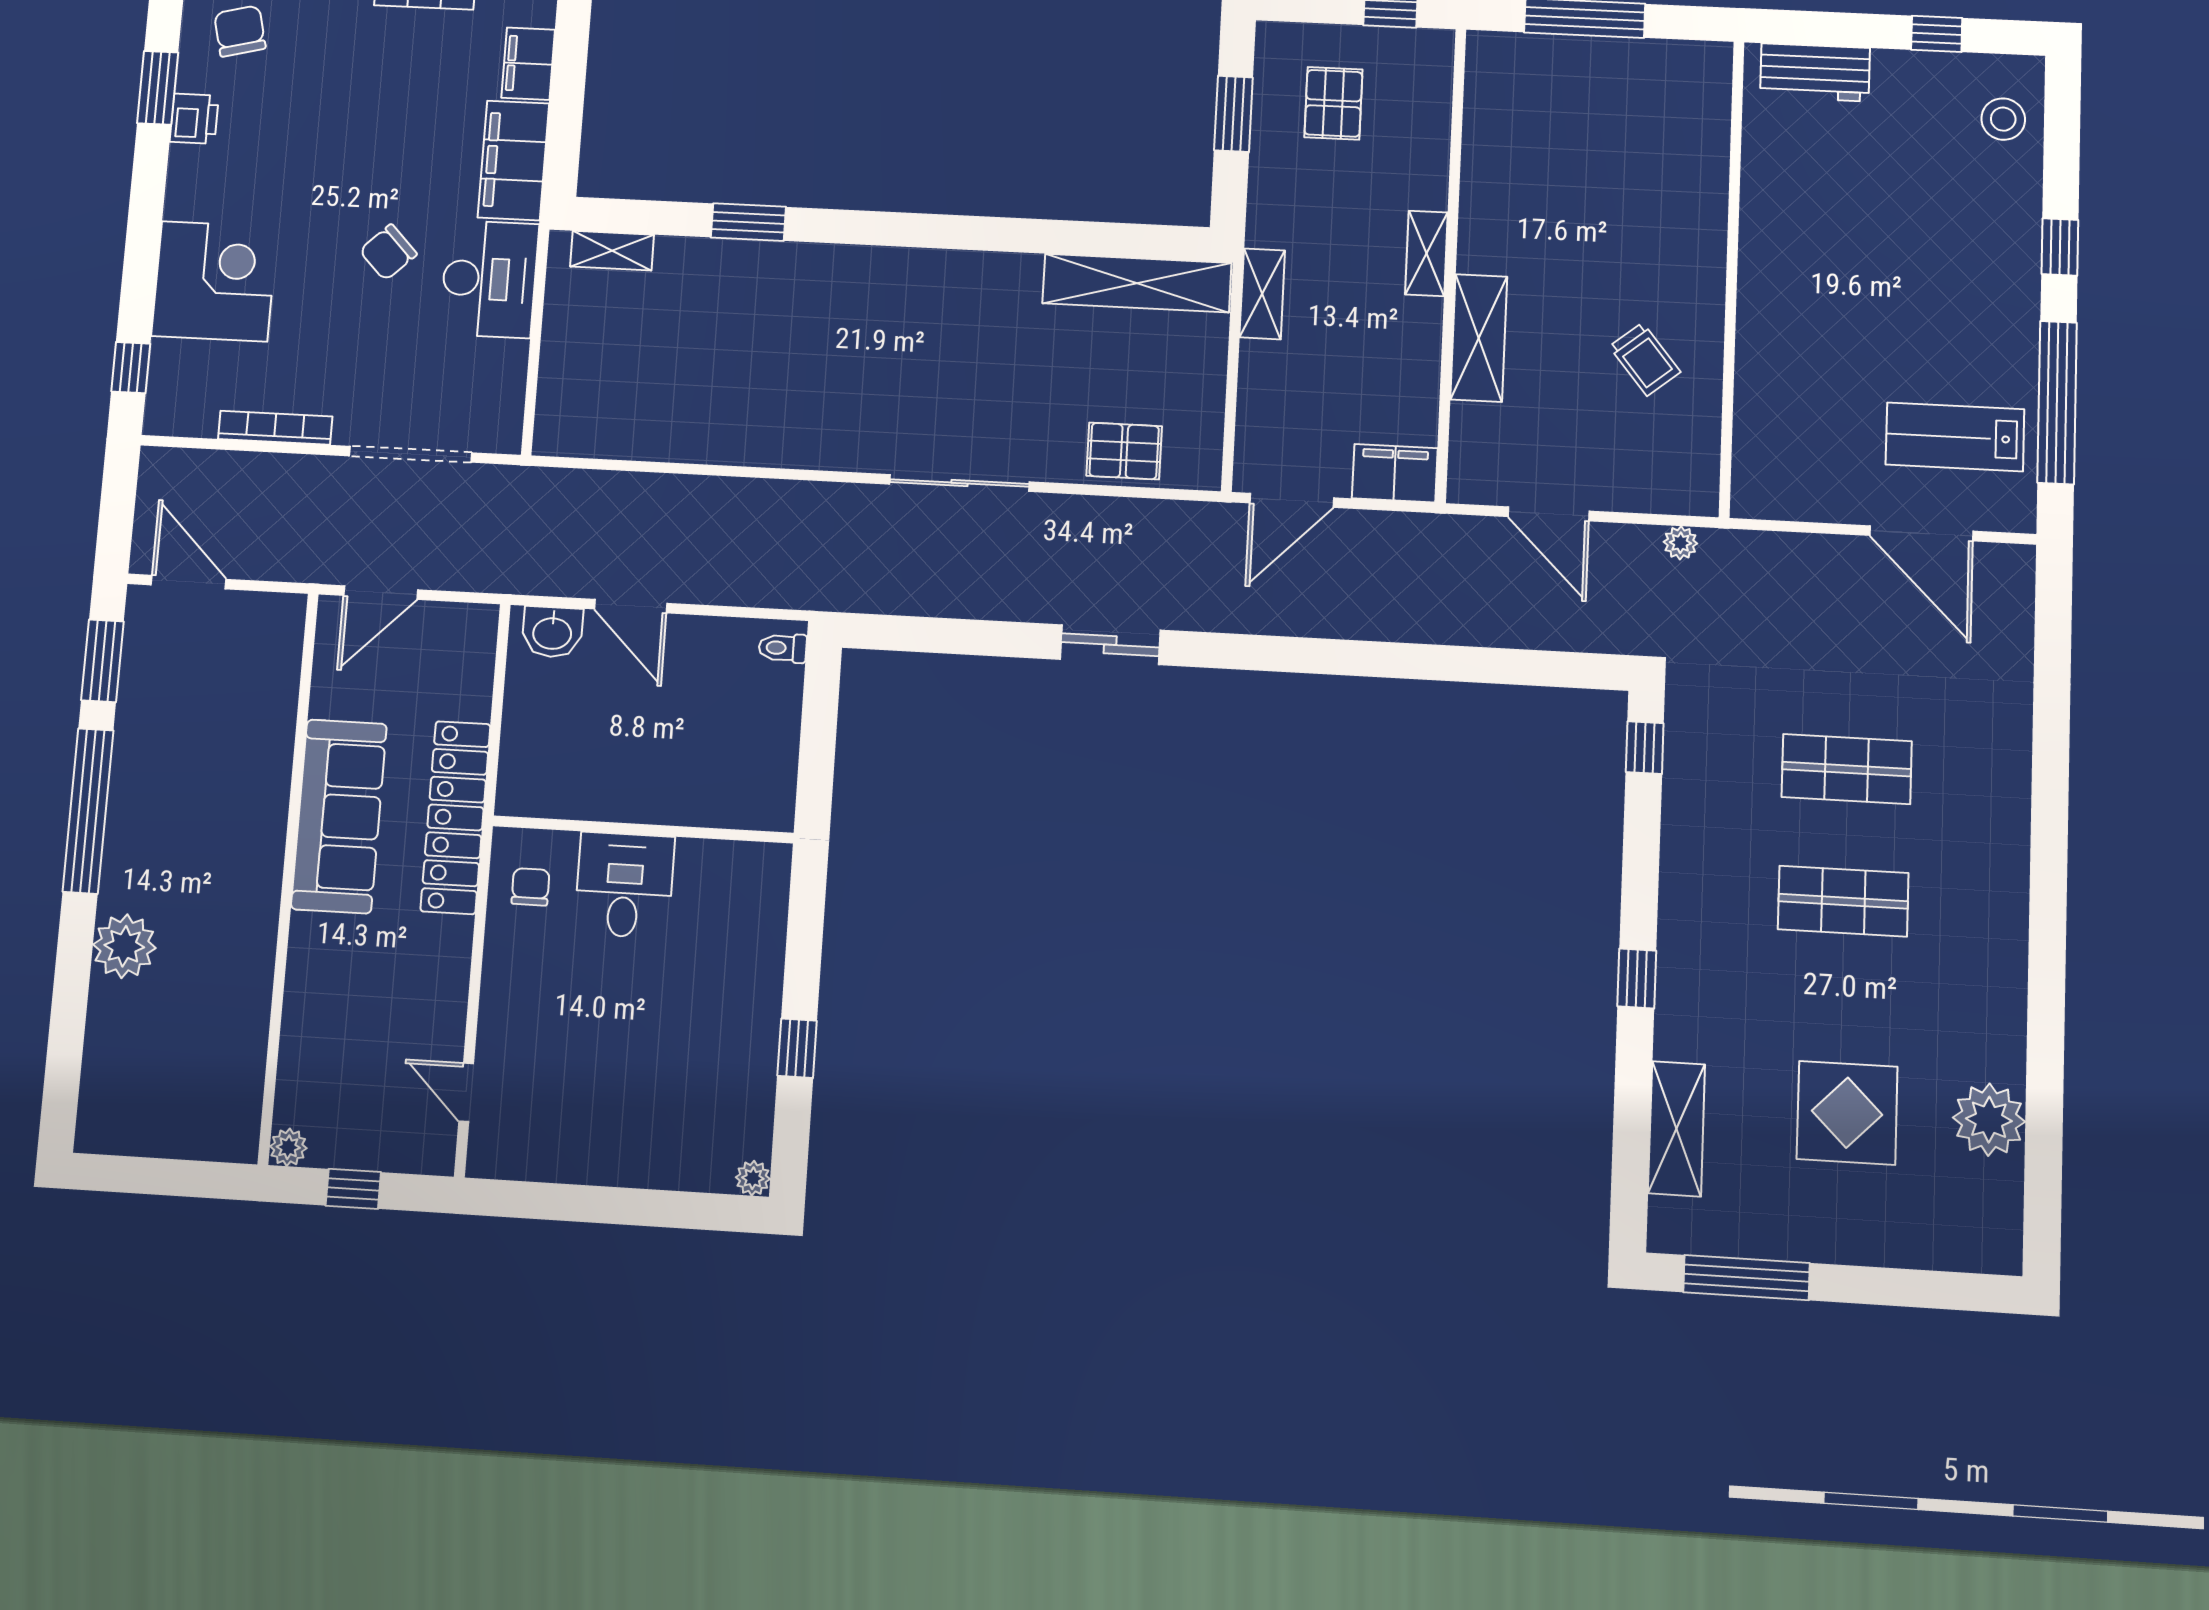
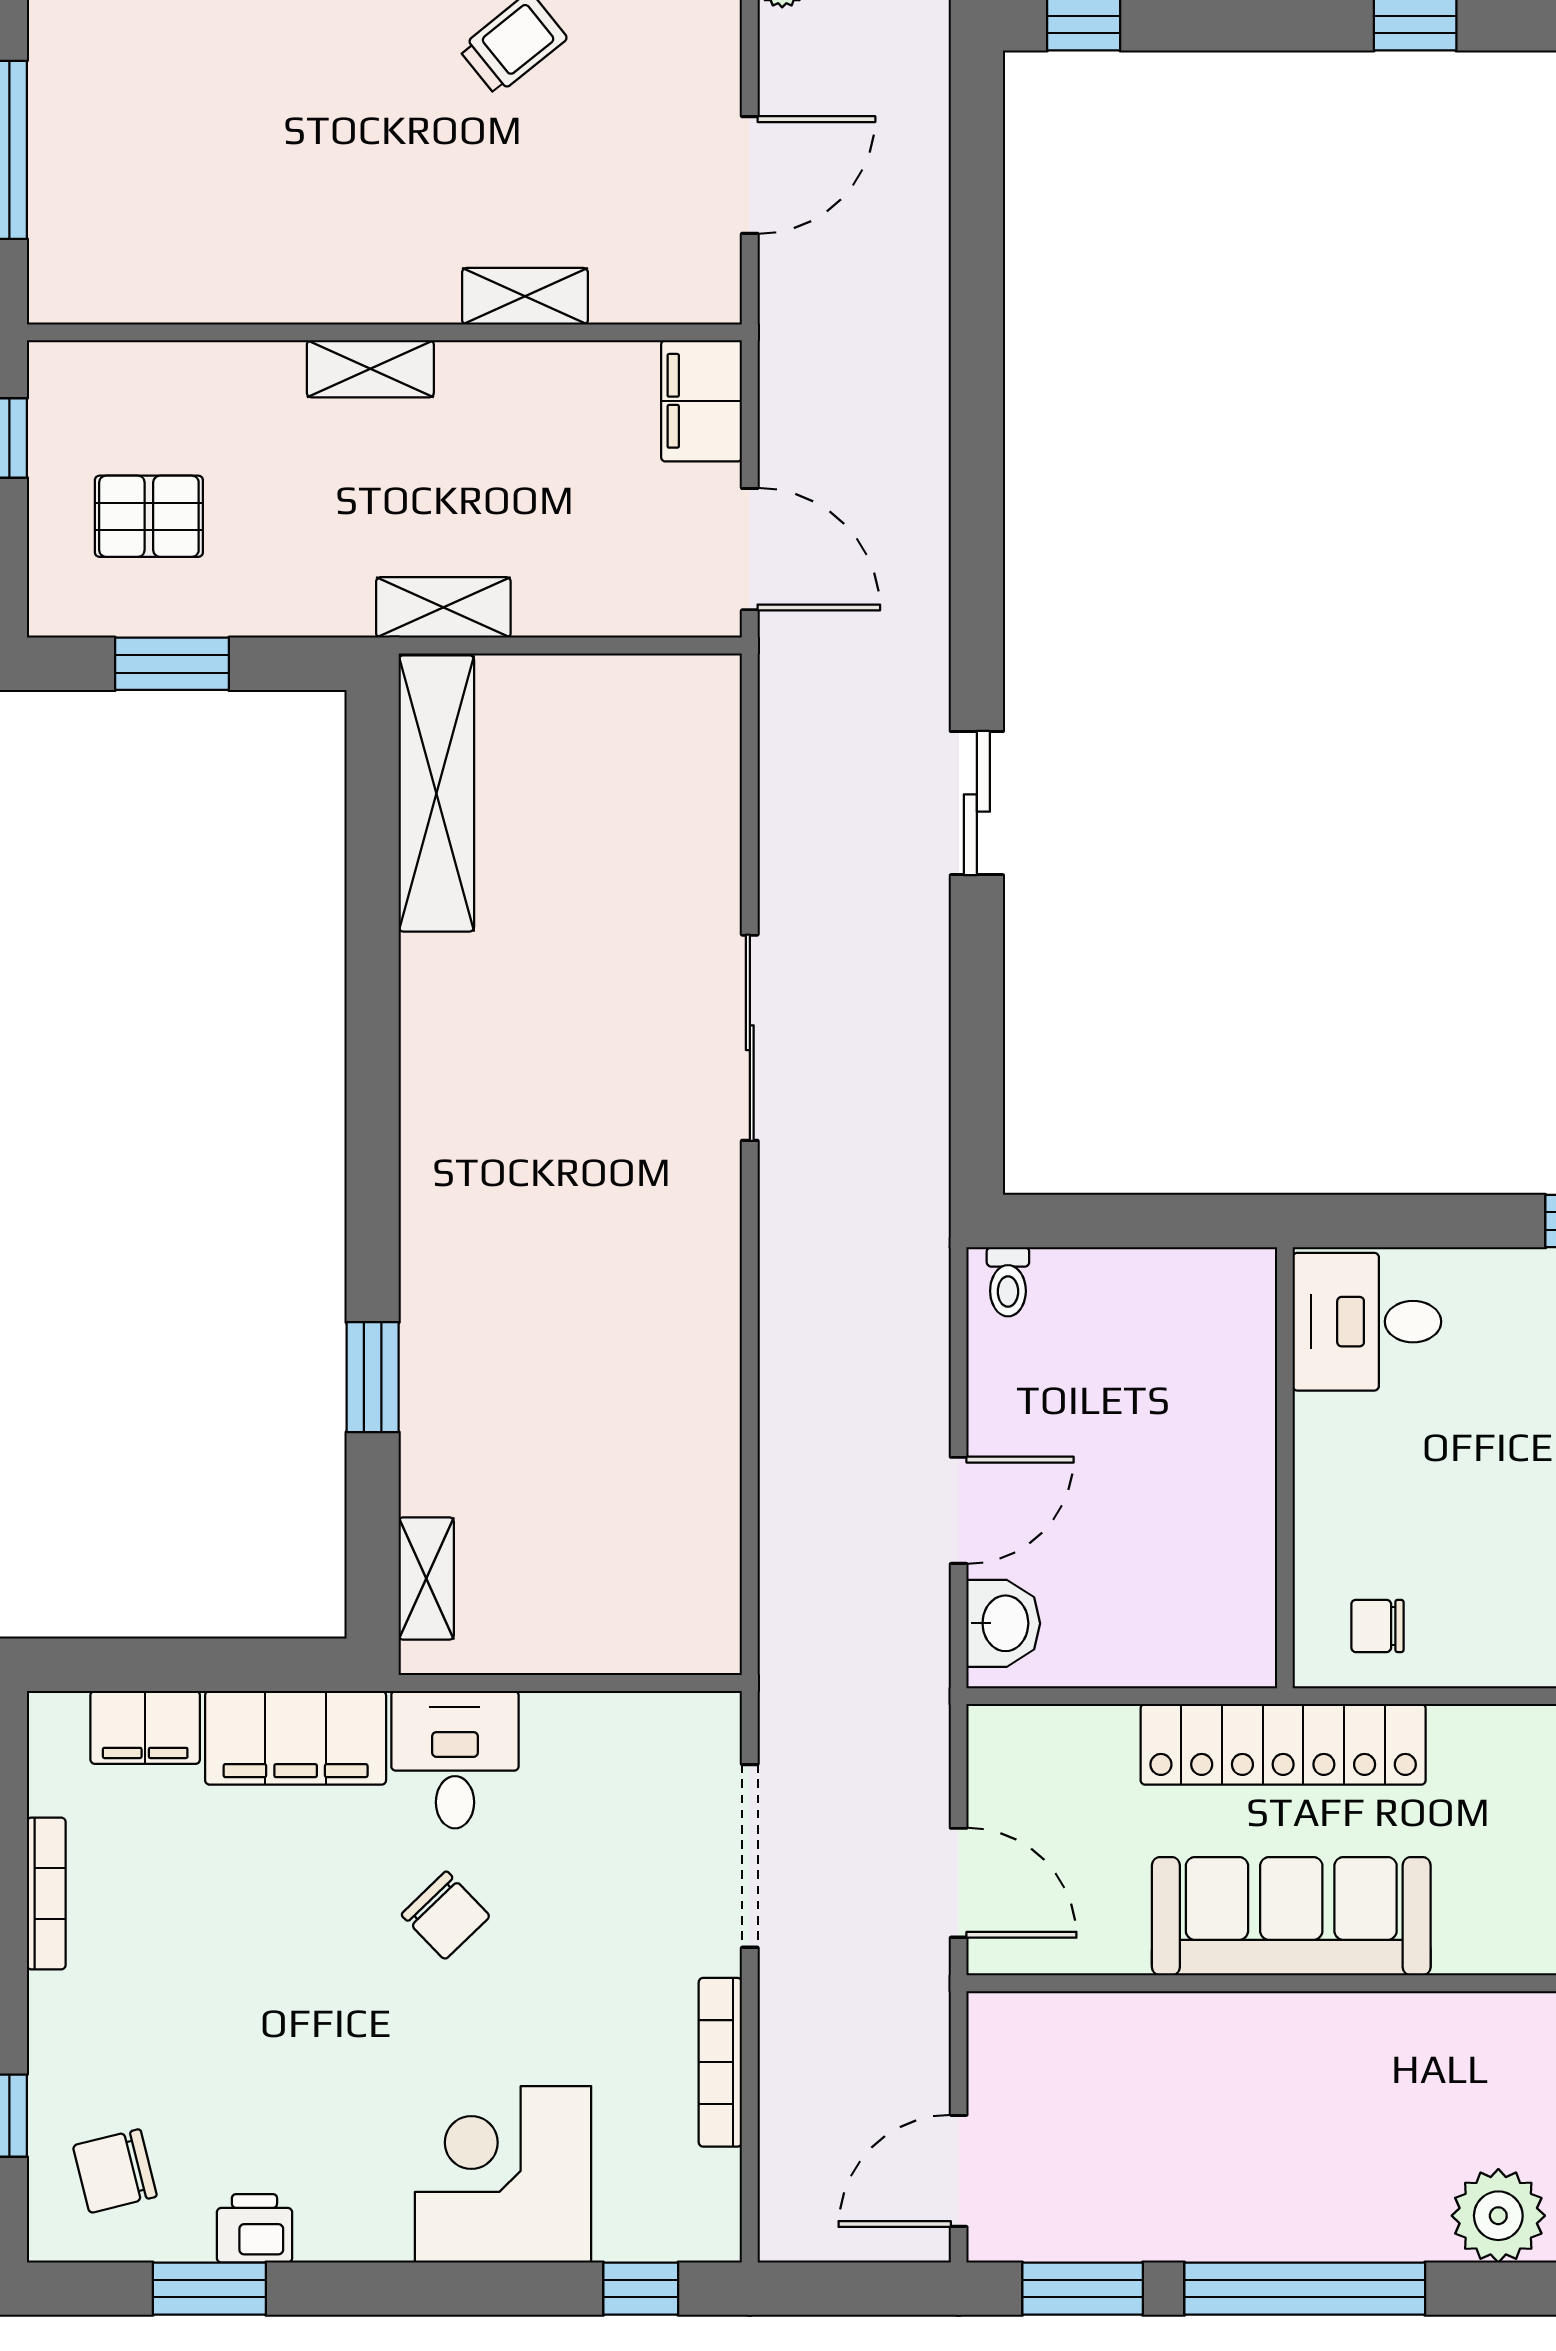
desk: (489, 279) -> (455, 1760), width x0.73
shelving: (1479, 338) -> (525, 296), width x0.67, depth x0.75
pallet: (1124, 451) -> (689, 798), removed
desk: (624, 885) -> (1367, 1322), moved

